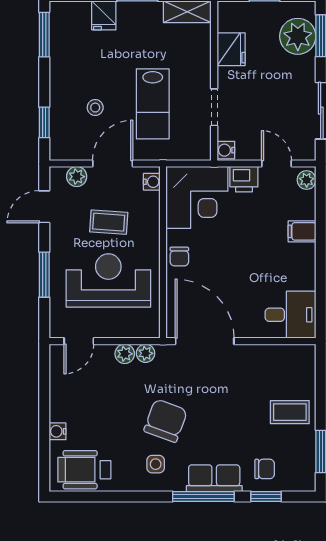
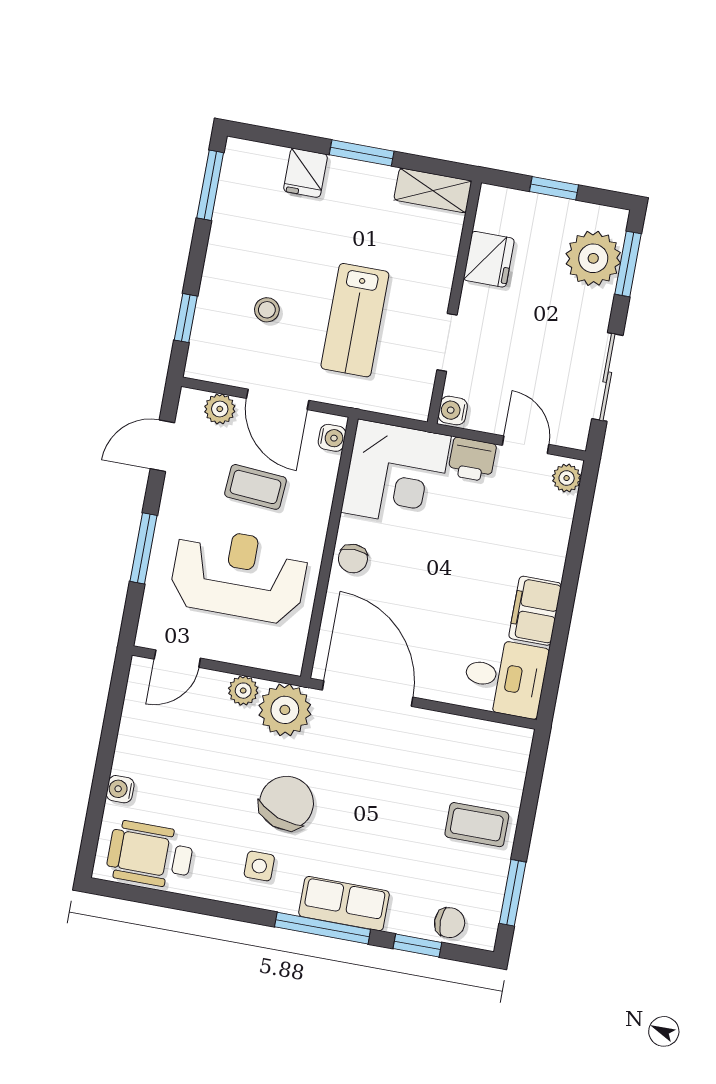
door: (113, 164) -> (278, 399), swing flipped
filing cabinet: (302, 231) -> (535, 611), moved, width x2.00
plant: (146, 353) -> (285, 710), width x1.88, depth x1.88
chair: (265, 469) -> (450, 923), moved

